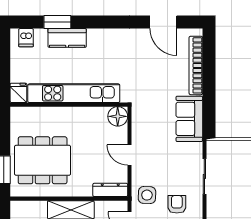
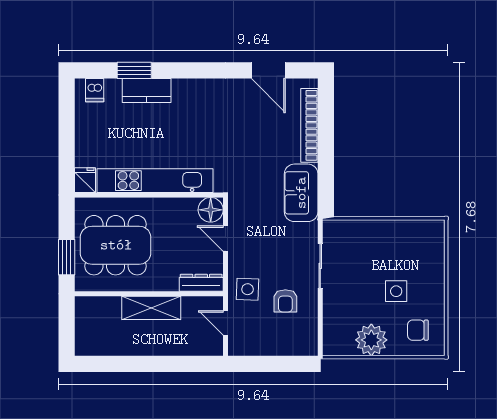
fridge: (18, 93) -> (85, 180), moved
kitchen unit: (74, 93) -> (155, 181), moved
wall: (69, 105) -> (149, 195), moved
floor lamp: (118, 116) -> (211, 210), moved
armchair: (177, 204) -> (285, 301), turned 180

